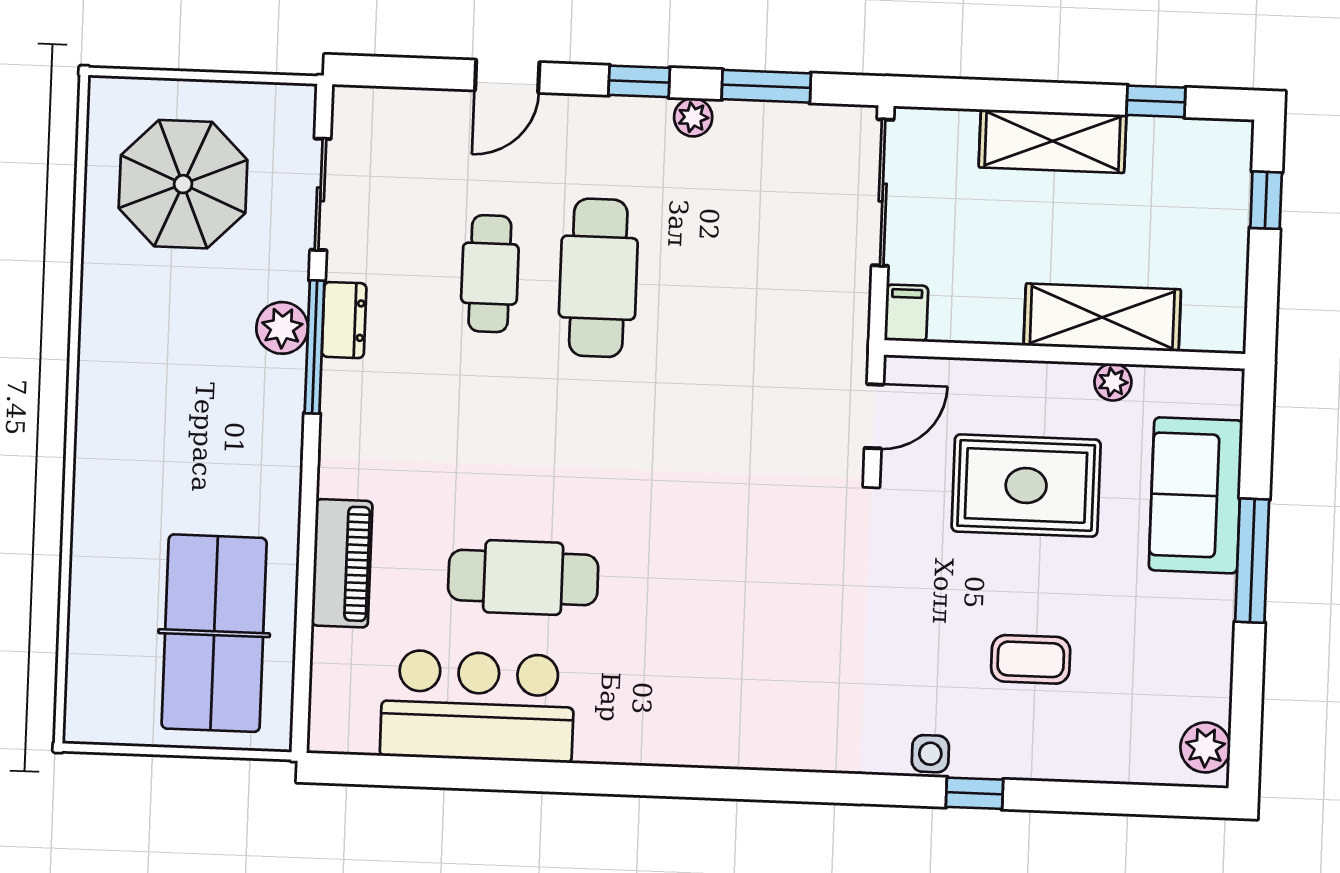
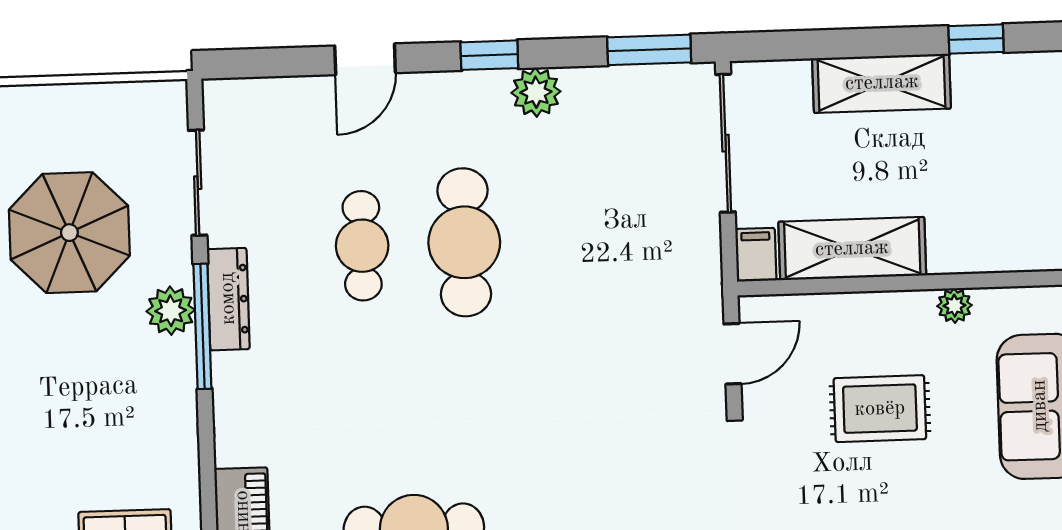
window: (766, 86) -> (649, 50), moved
plant: (693, 117) -> (536, 92), width x1.38, depth x1.38
parasol: (183, 184) -> (69, 233), moved
shelving: (1102, 317) -> (852, 249), moved
dresser: (344, 320) -> (228, 299), width x1.44
rug: (1026, 486) -> (880, 409), width x0.73, depth x0.70

